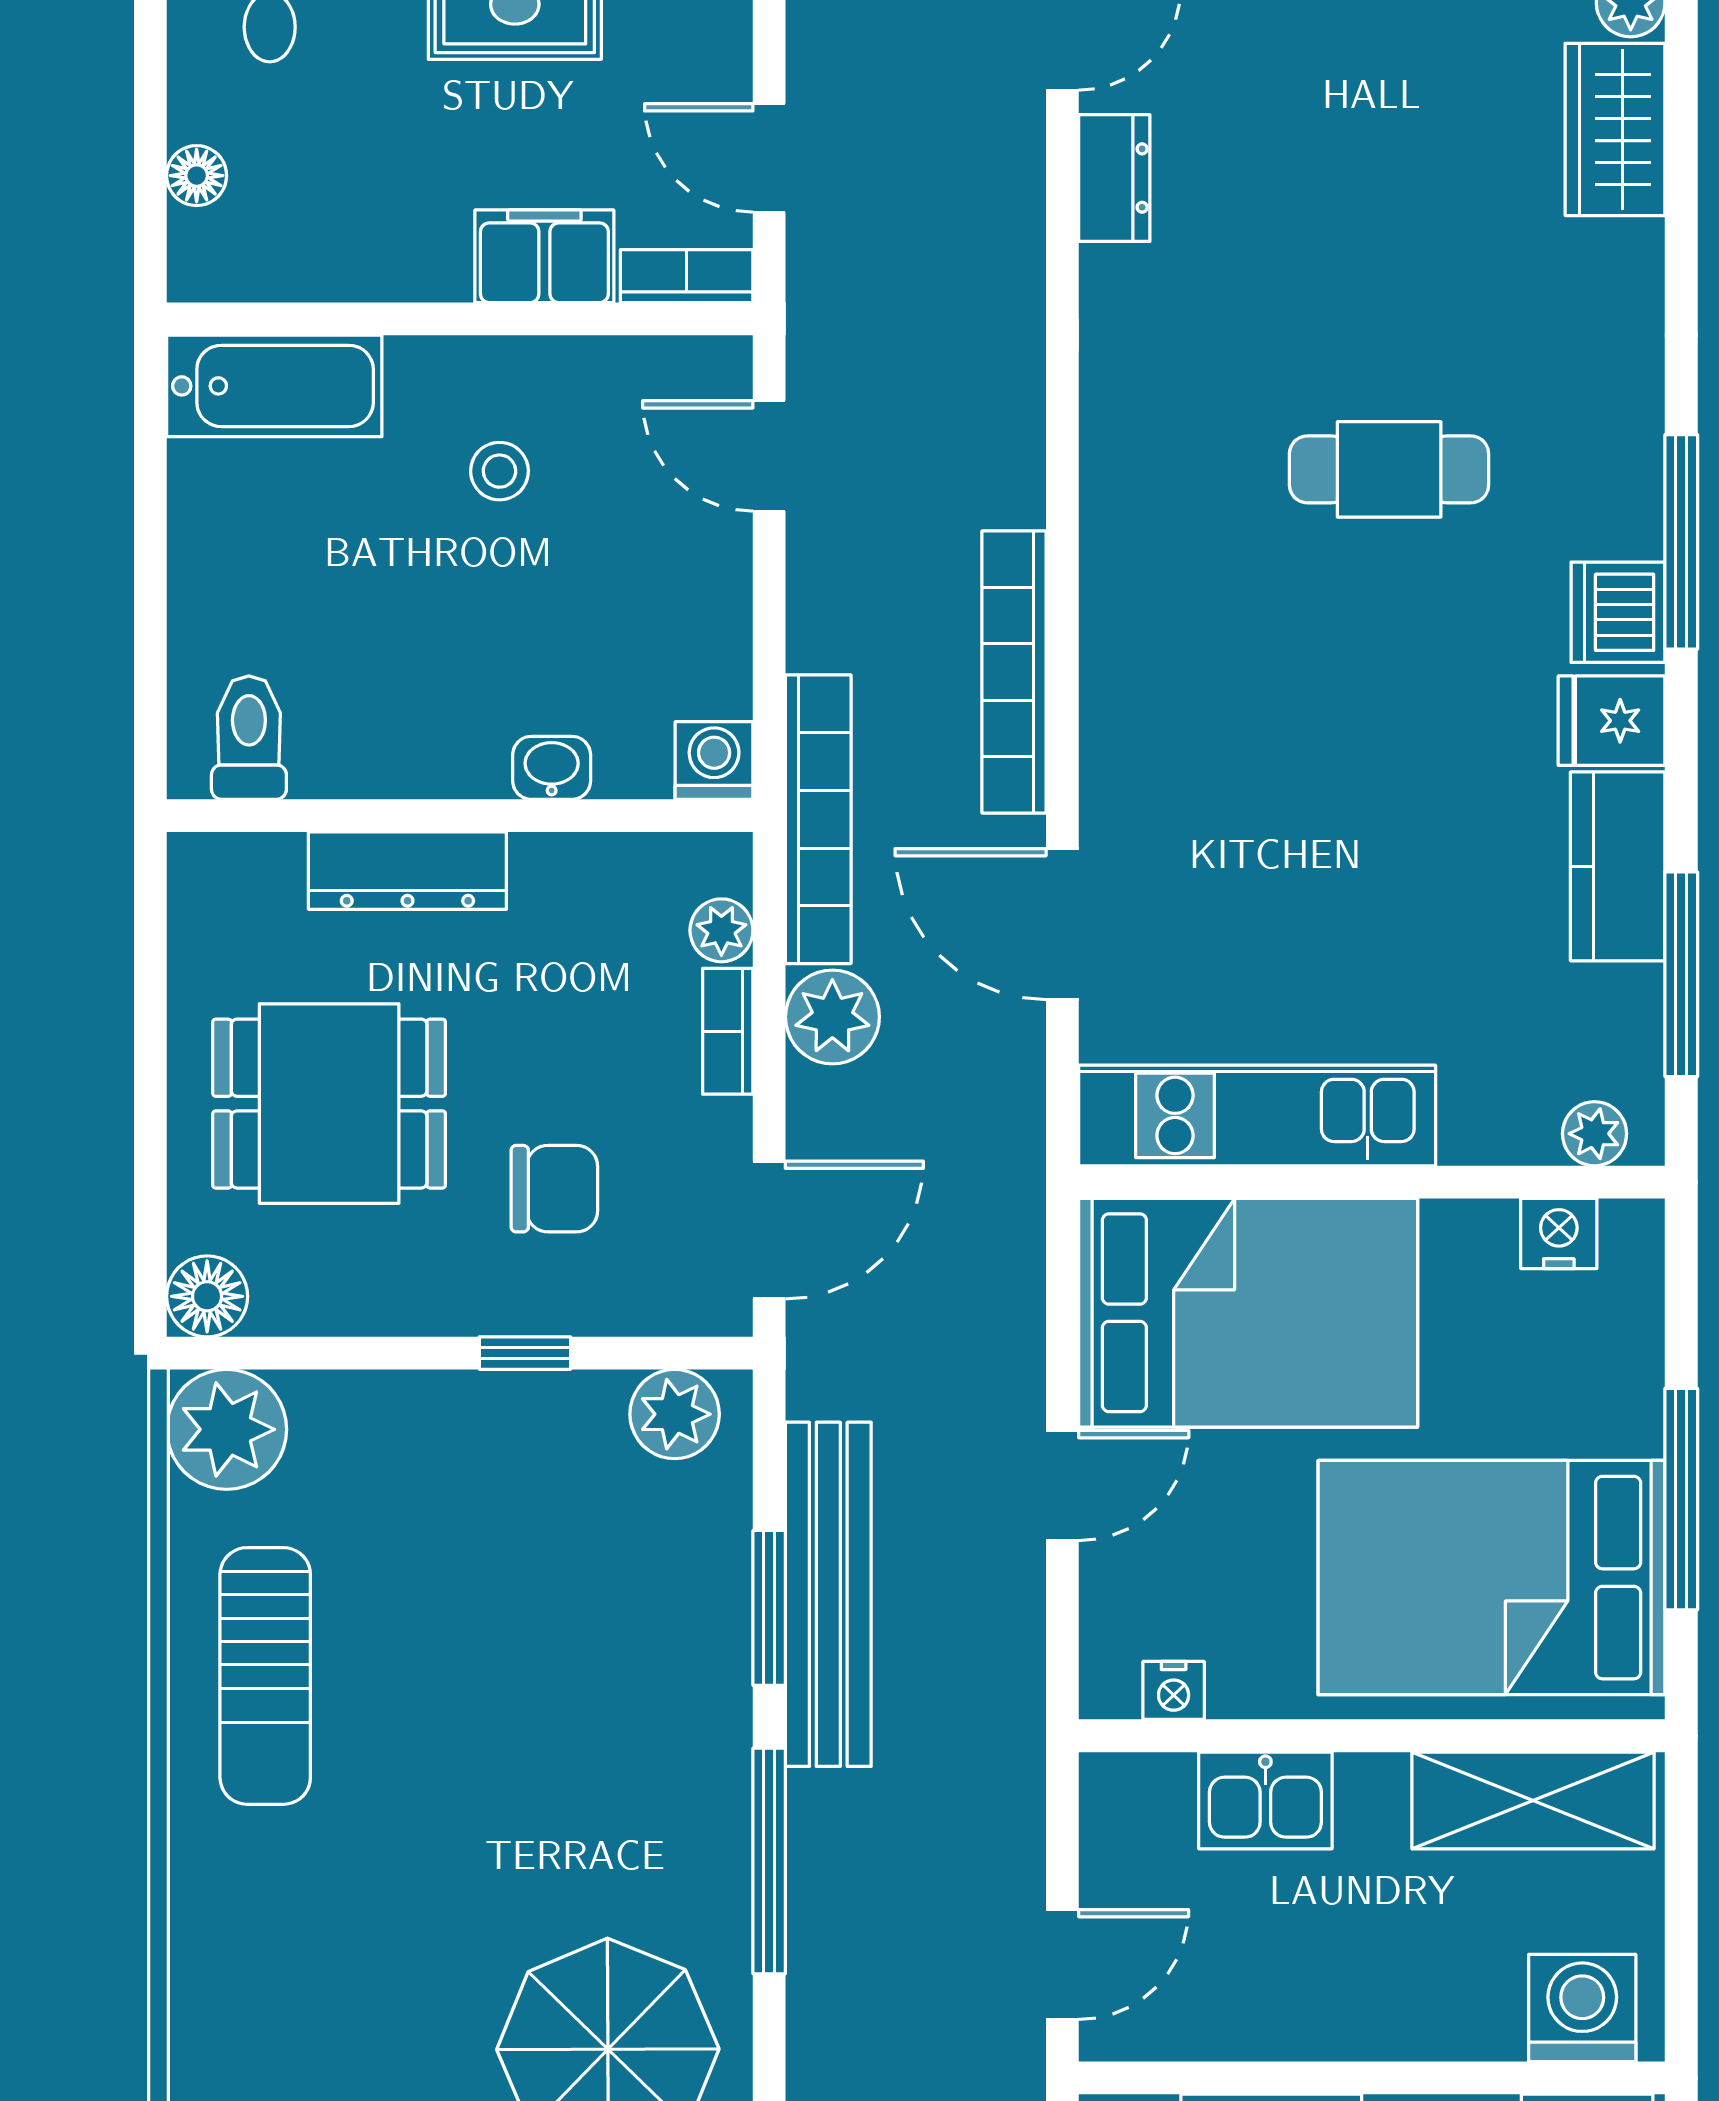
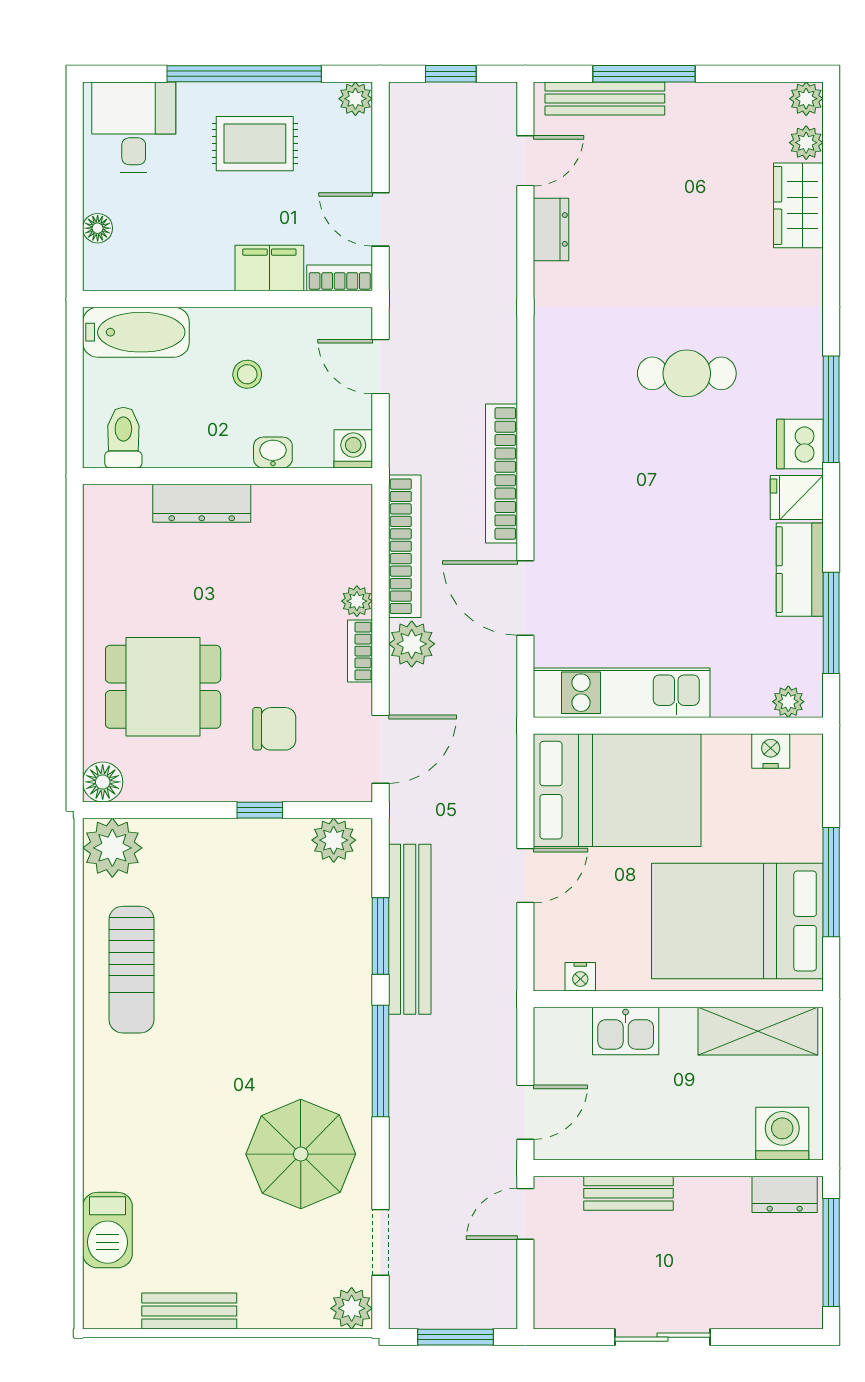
toilet: (249, 738) -> (123, 438), moved
washing machine: (714, 760) -> (353, 449), moved
washbasin: (552, 768) -> (273, 452), moved
wall: (460, 816) -> (228, 476), moved
dresser: (407, 871) -> (202, 503), moved

